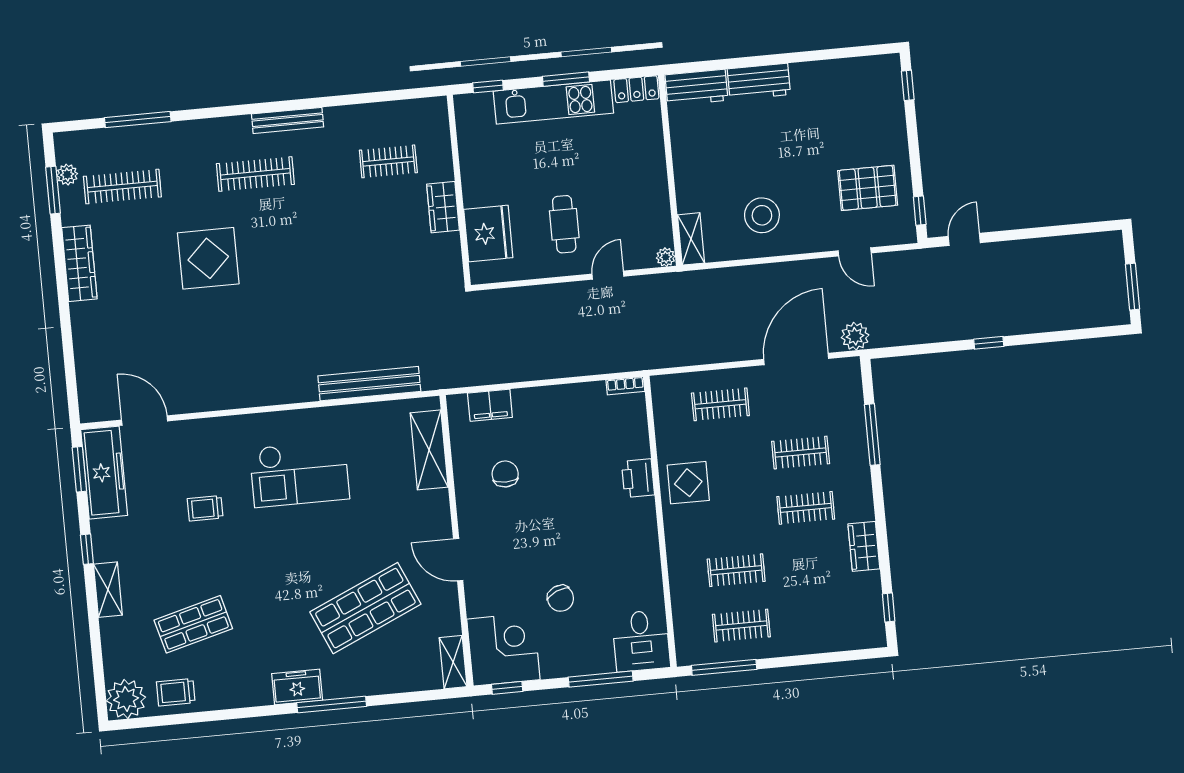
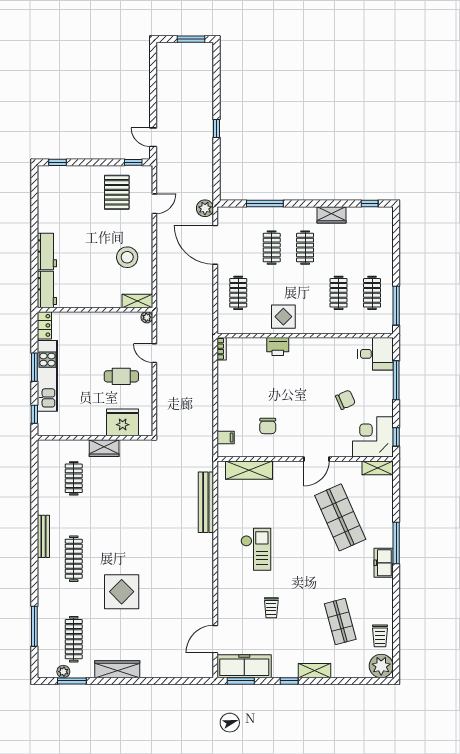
filing cabinet: (490, 405) -> (226, 438), width x0.50
checkout: (299, 474) -> (256, 549), width x0.73, depth x0.83
chair: (505, 474) -> (268, 426), turned -90

